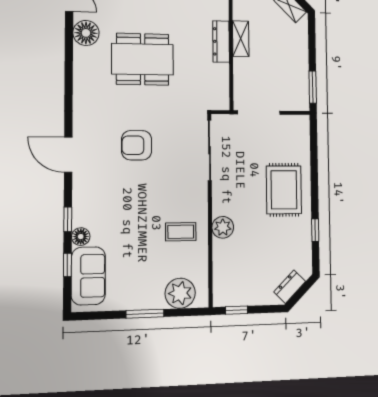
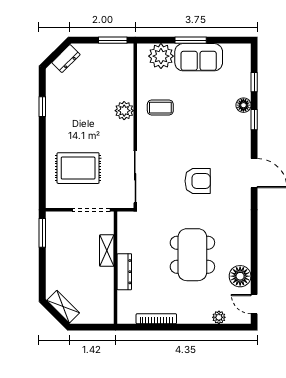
shelving: (241, 39) -> (107, 251), moved
dining table: (143, 59) -> (192, 255), turned 90
rug: (284, 190) -> (78, 168), moved, turned 90
sofa: (88, 276) -> (199, 57), moved, turned -90
window: (237, 310) -> (113, 40), width x1.50

